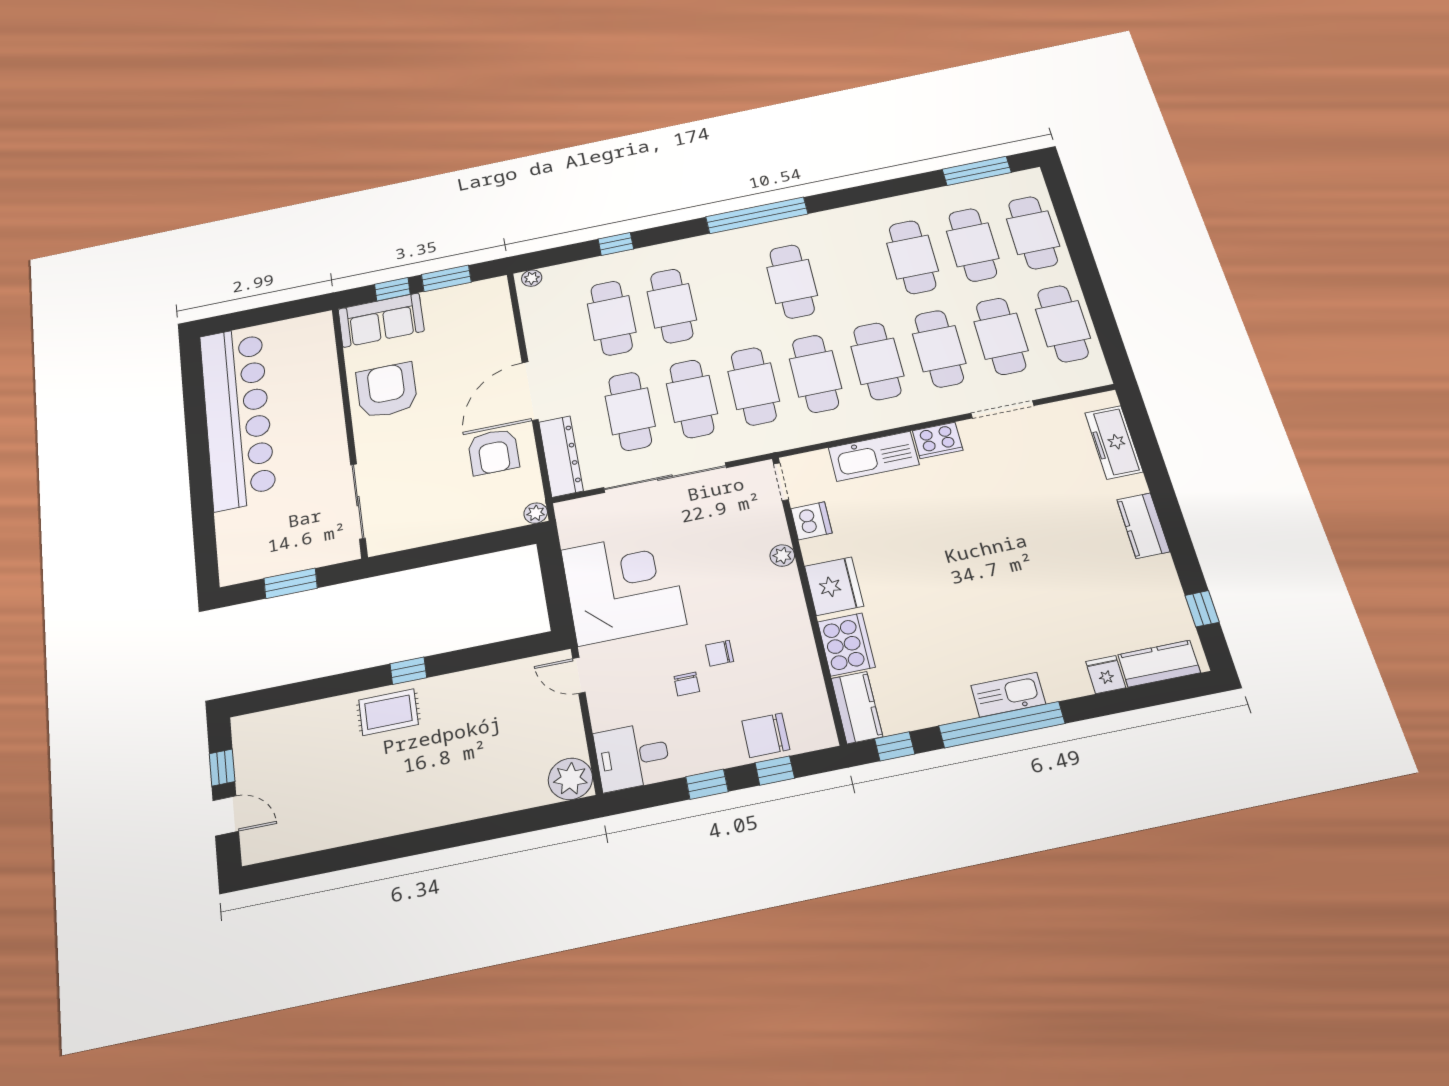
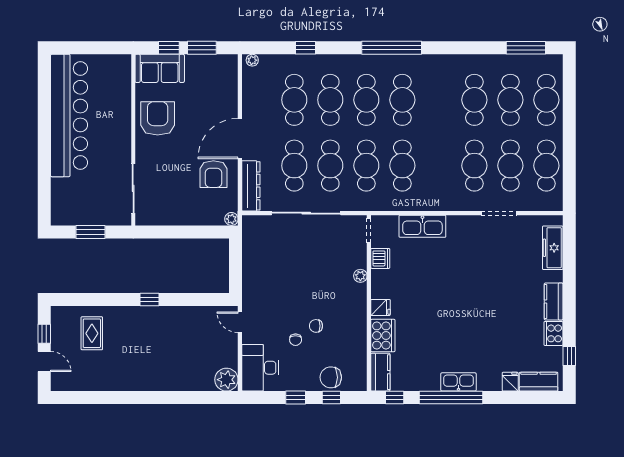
cafe table: (877, 361) -> (366, 100), moved
cooker: (938, 440) -> (553, 333), moved, turned 90
fridge: (834, 586) -> (380, 307), width x0.53, depth x0.75
corner desk: (623, 587) -> (272, 275), removed
rug: (388, 712) -> (92, 333), moved, turned 90
desk: (632, 756) -> (260, 368), width x1.37

